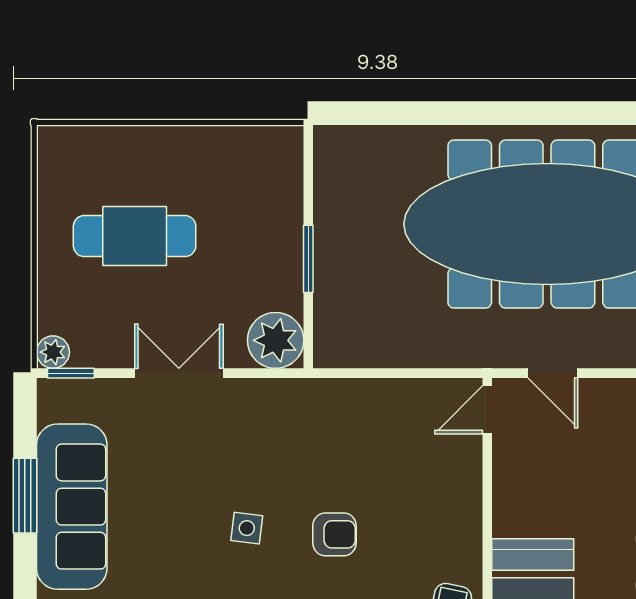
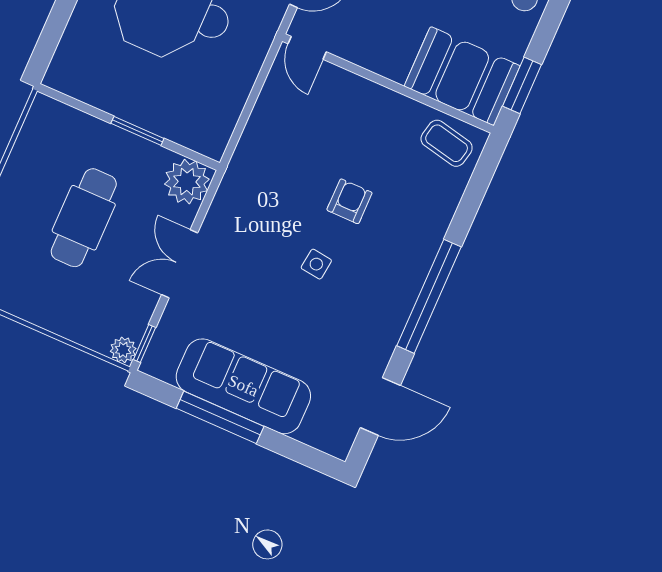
cafe table: (135, 236) -> (84, 218), moved
window: (25, 496) -> (220, 417), width x1.44

